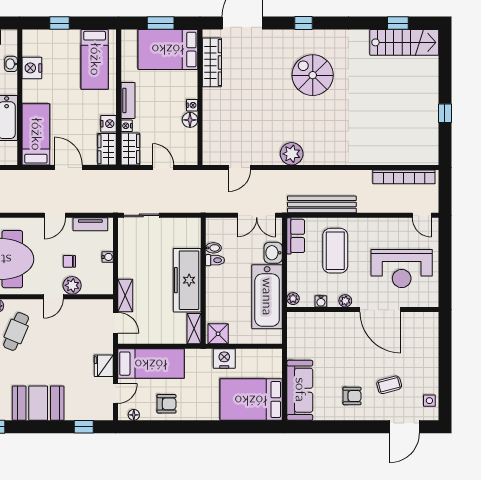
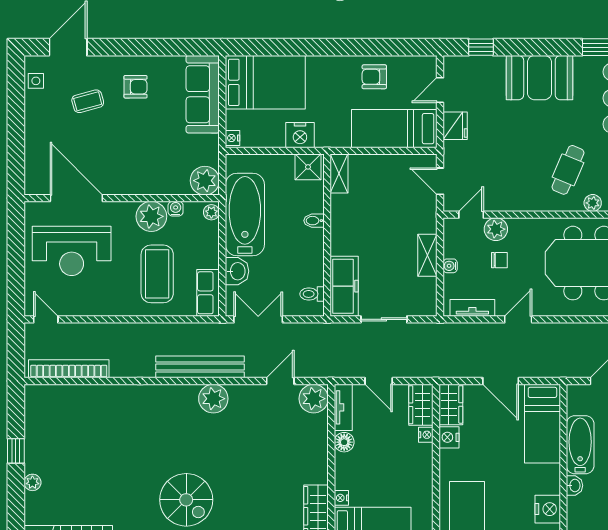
washbasin: (11, 64) -> (574, 486), moved
plant: (432, 89) -> (32, 482), added
tv unit: (128, 100) -> (343, 407), moved, turned 180
nightstand: (192, 105) -> (341, 498), moved
plant: (214, 154) -> (314, 399), added
bench: (322, 204) -> (200, 367), moved
sliding door: (141, 215) -> (384, 319), moved
bidet: (213, 248) -> (314, 221), moved
toilet: (215, 260) -> (312, 294), moved
reception desk: (402, 268) -> (72, 251), turned 180
freezer: (187, 280) -> (344, 286), moved, width x0.73, depth x0.79
shelving: (125, 296) -> (427, 255), moved
door: (53, 297) -> (471, 215), moved
plant: (345, 301) -> (151, 216), width x1.88, depth x1.88
door: (380, 310) -> (76, 198), moved
plant: (298, 323) -> (205, 181), added
nightstand: (277, 356) -> (233, 138), added
armchair: (352, 396) -> (136, 87), turned 180
floor lamp: (134, 415) -> (416, 62), removed

